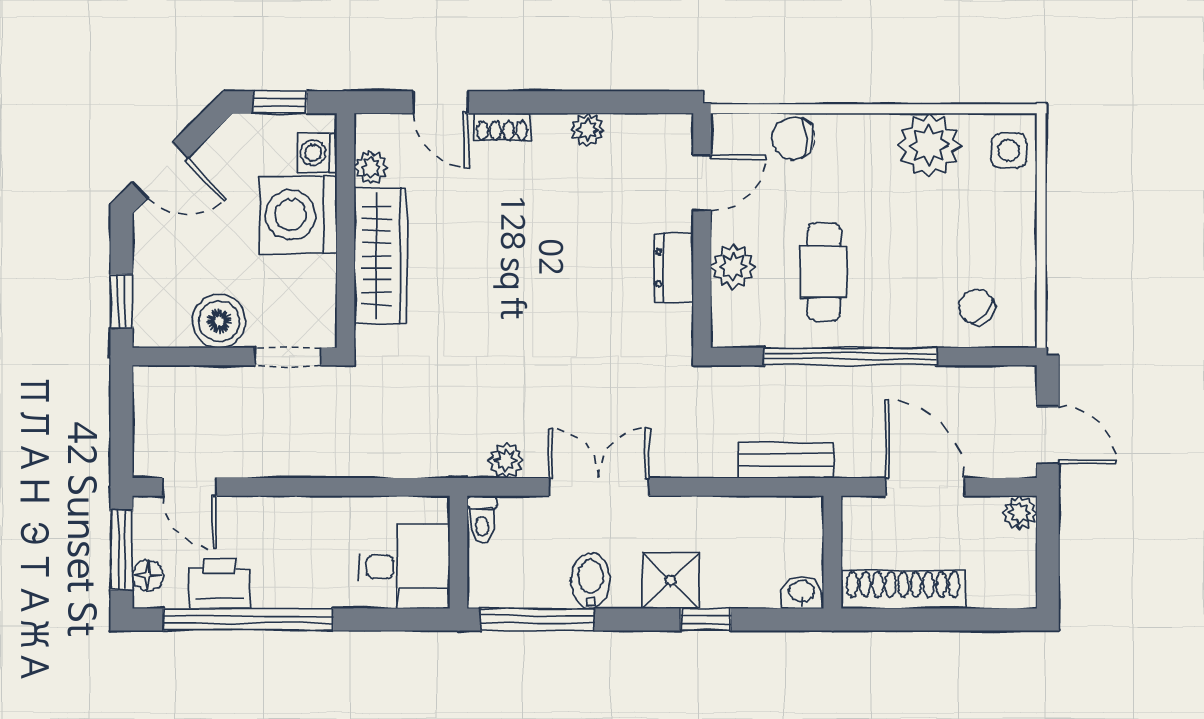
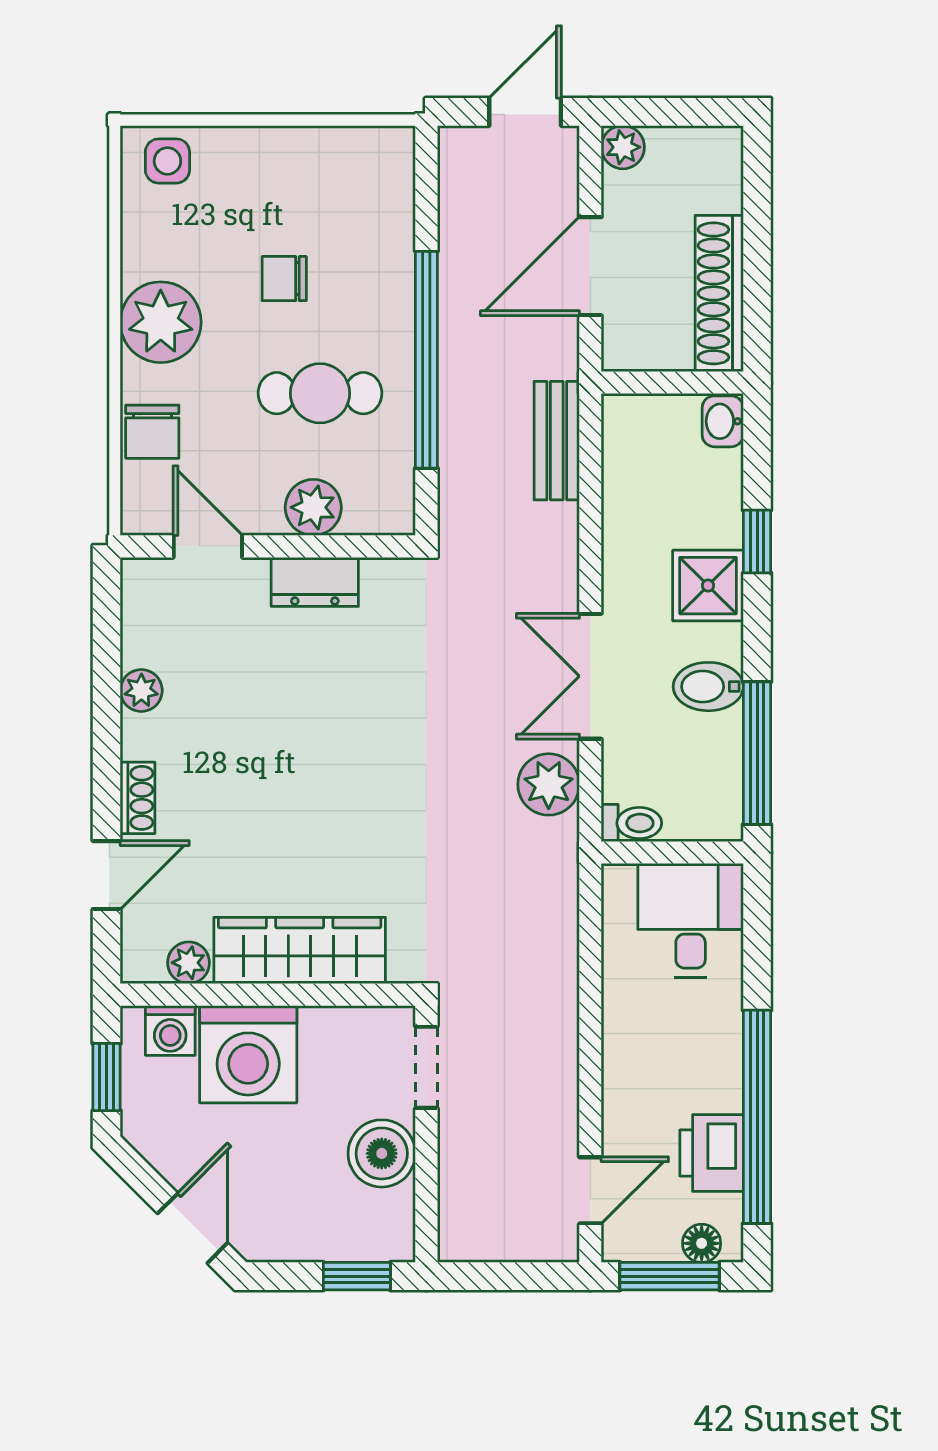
plant: (929, 145) -> (161, 322), moved
chair: (977, 307) -> (284, 279), moved, turned 50
plant: (506, 460) -> (549, 784), width x1.38, depth x1.38

